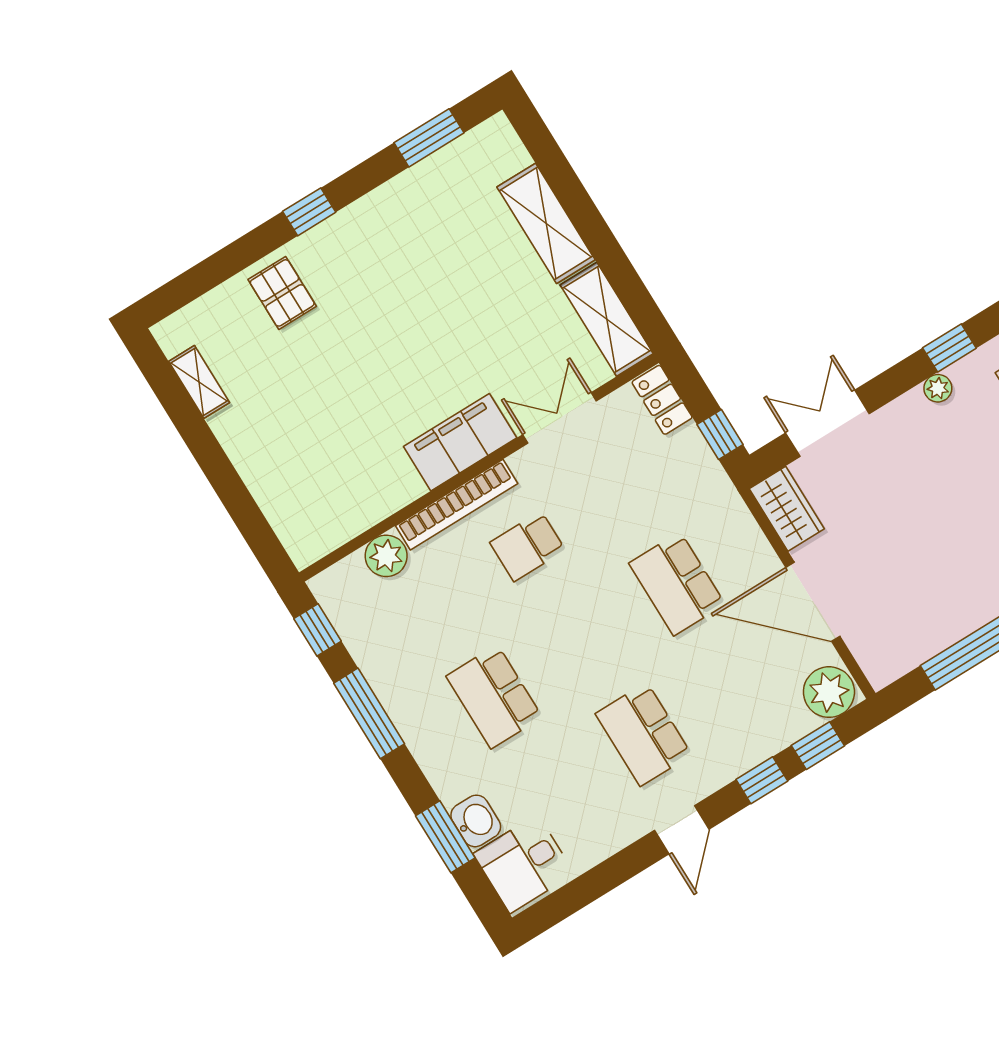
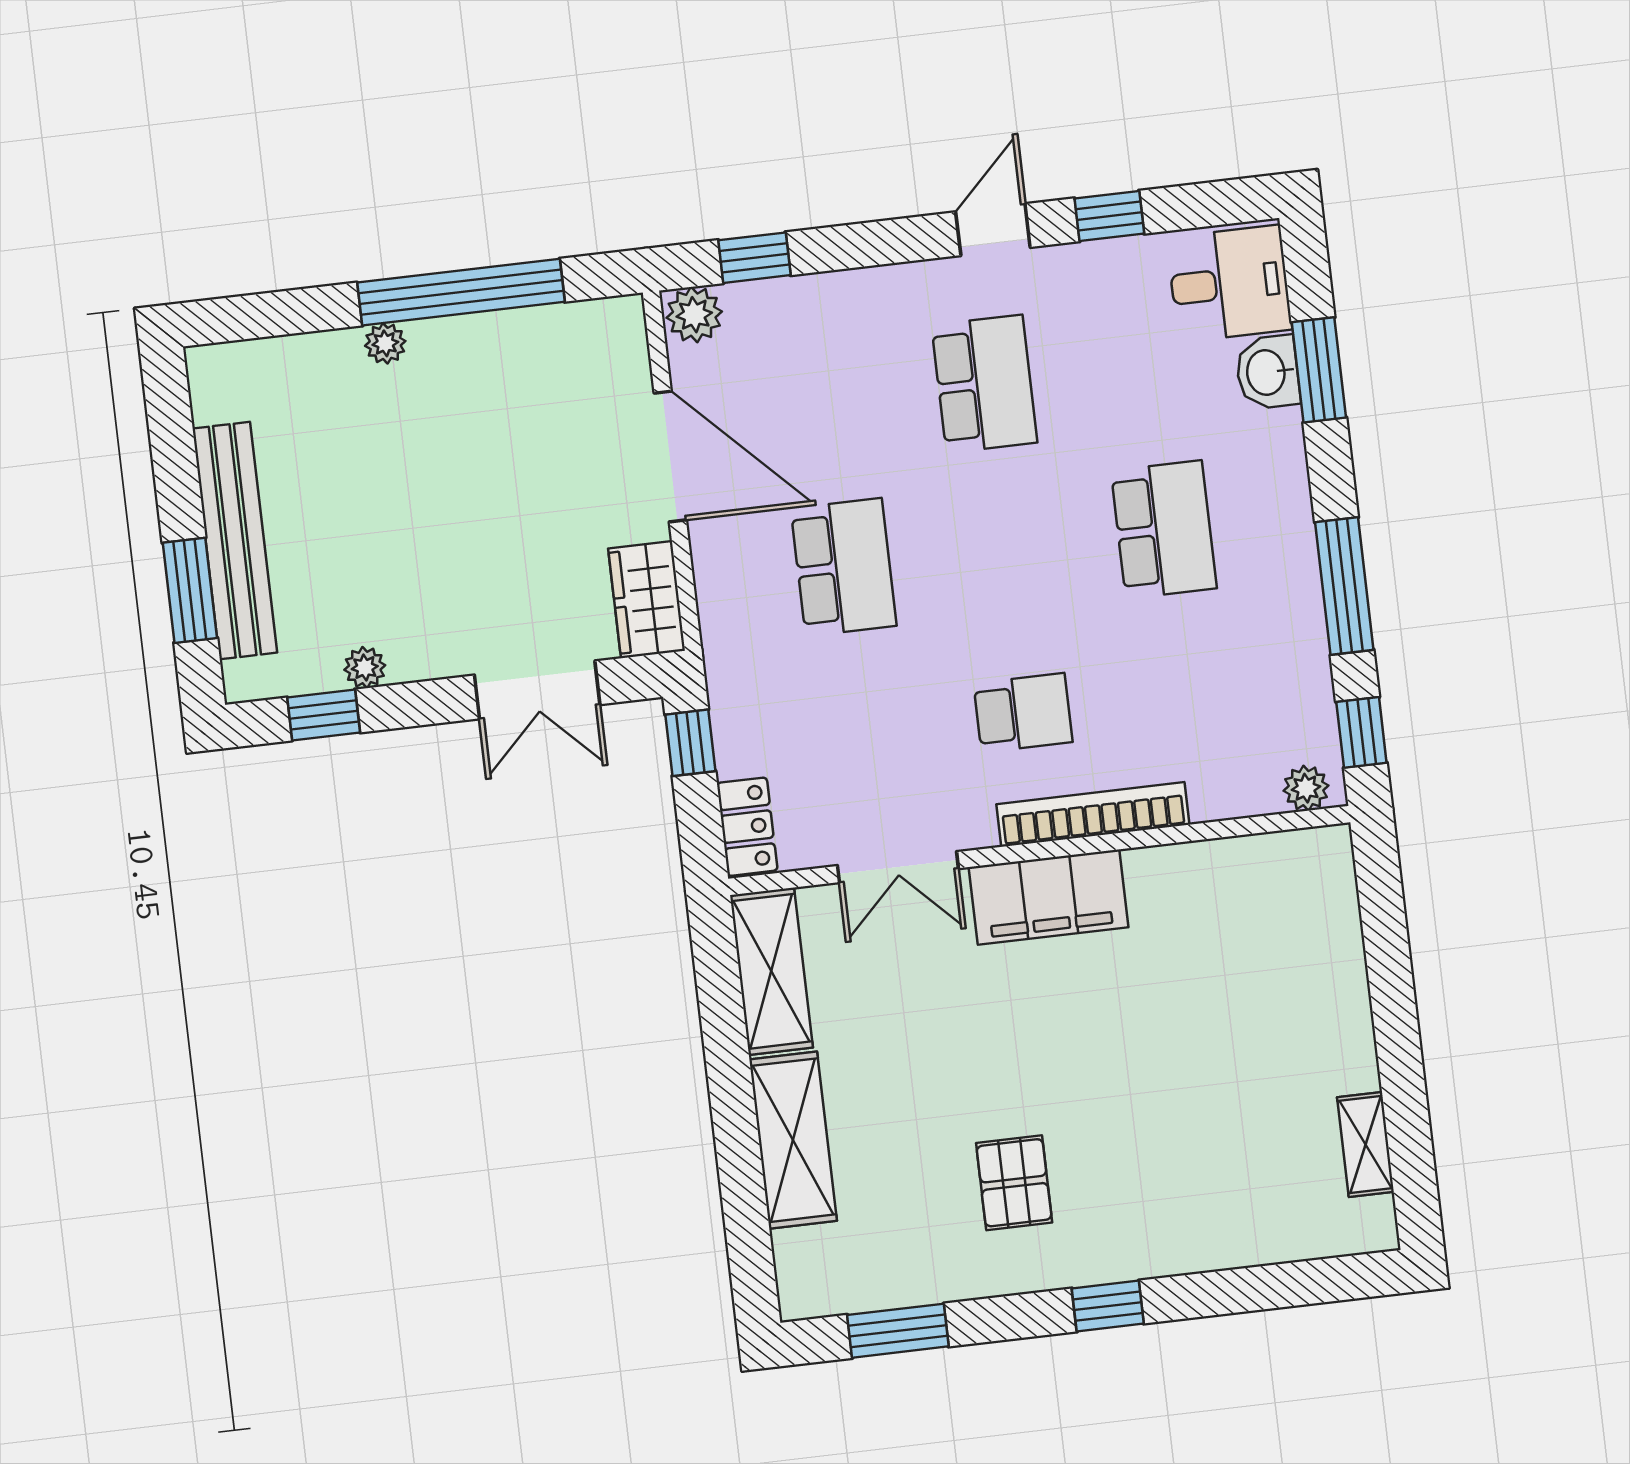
pallet: (282, 293) -> (1014, 1183), moved
plant: (386, 556) -> (1306, 788), moved, width x0.73, depth x0.73
plant: (829, 692) -> (694, 315), width x0.73, depth x0.73
window: (762, 780) -> (1109, 216), moved

